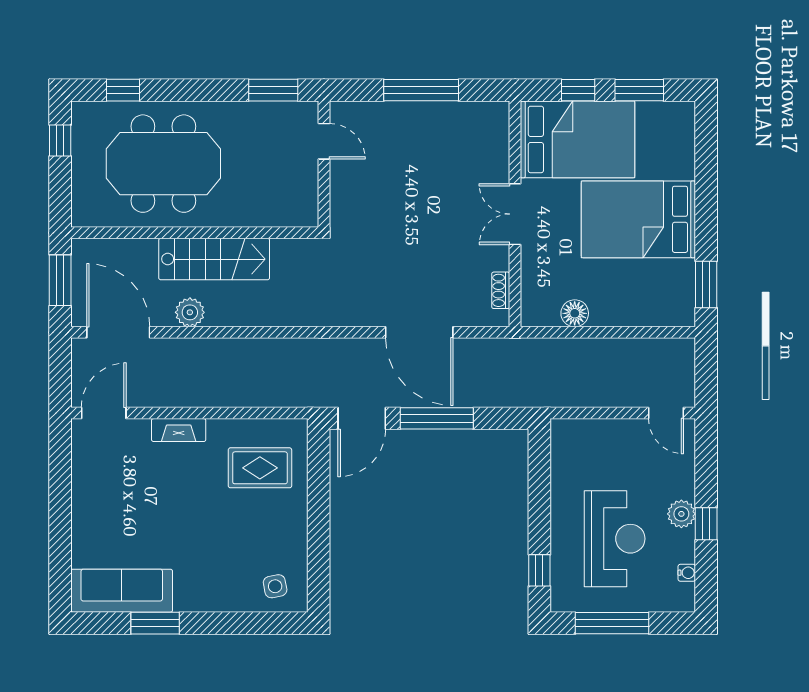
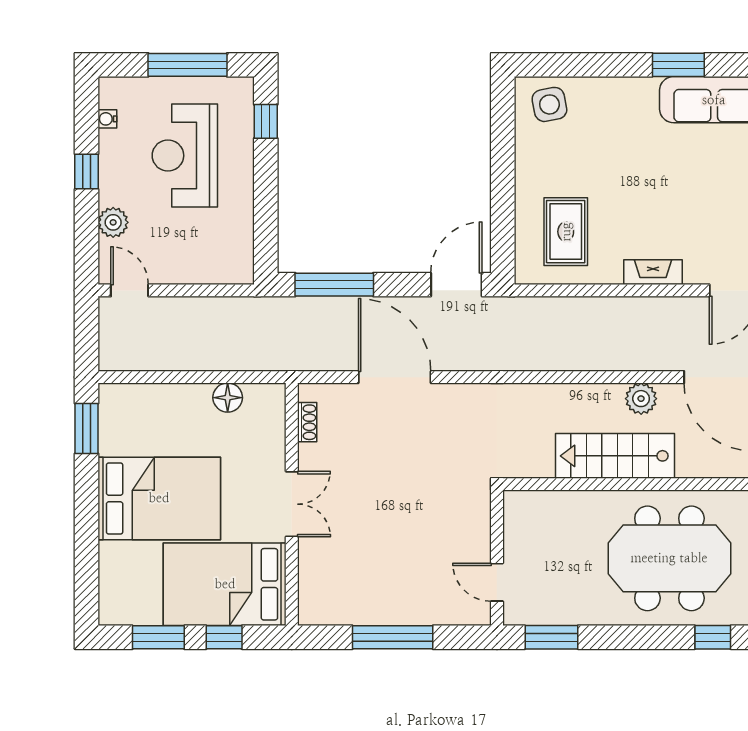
window: (437, 418) -> (334, 285), moved
rug: (260, 468) -> (566, 232), turned 90
plant: (681, 514) -> (113, 222), moved
side table: (275, 586) -> (549, 104), width x1.37, depth x1.37

